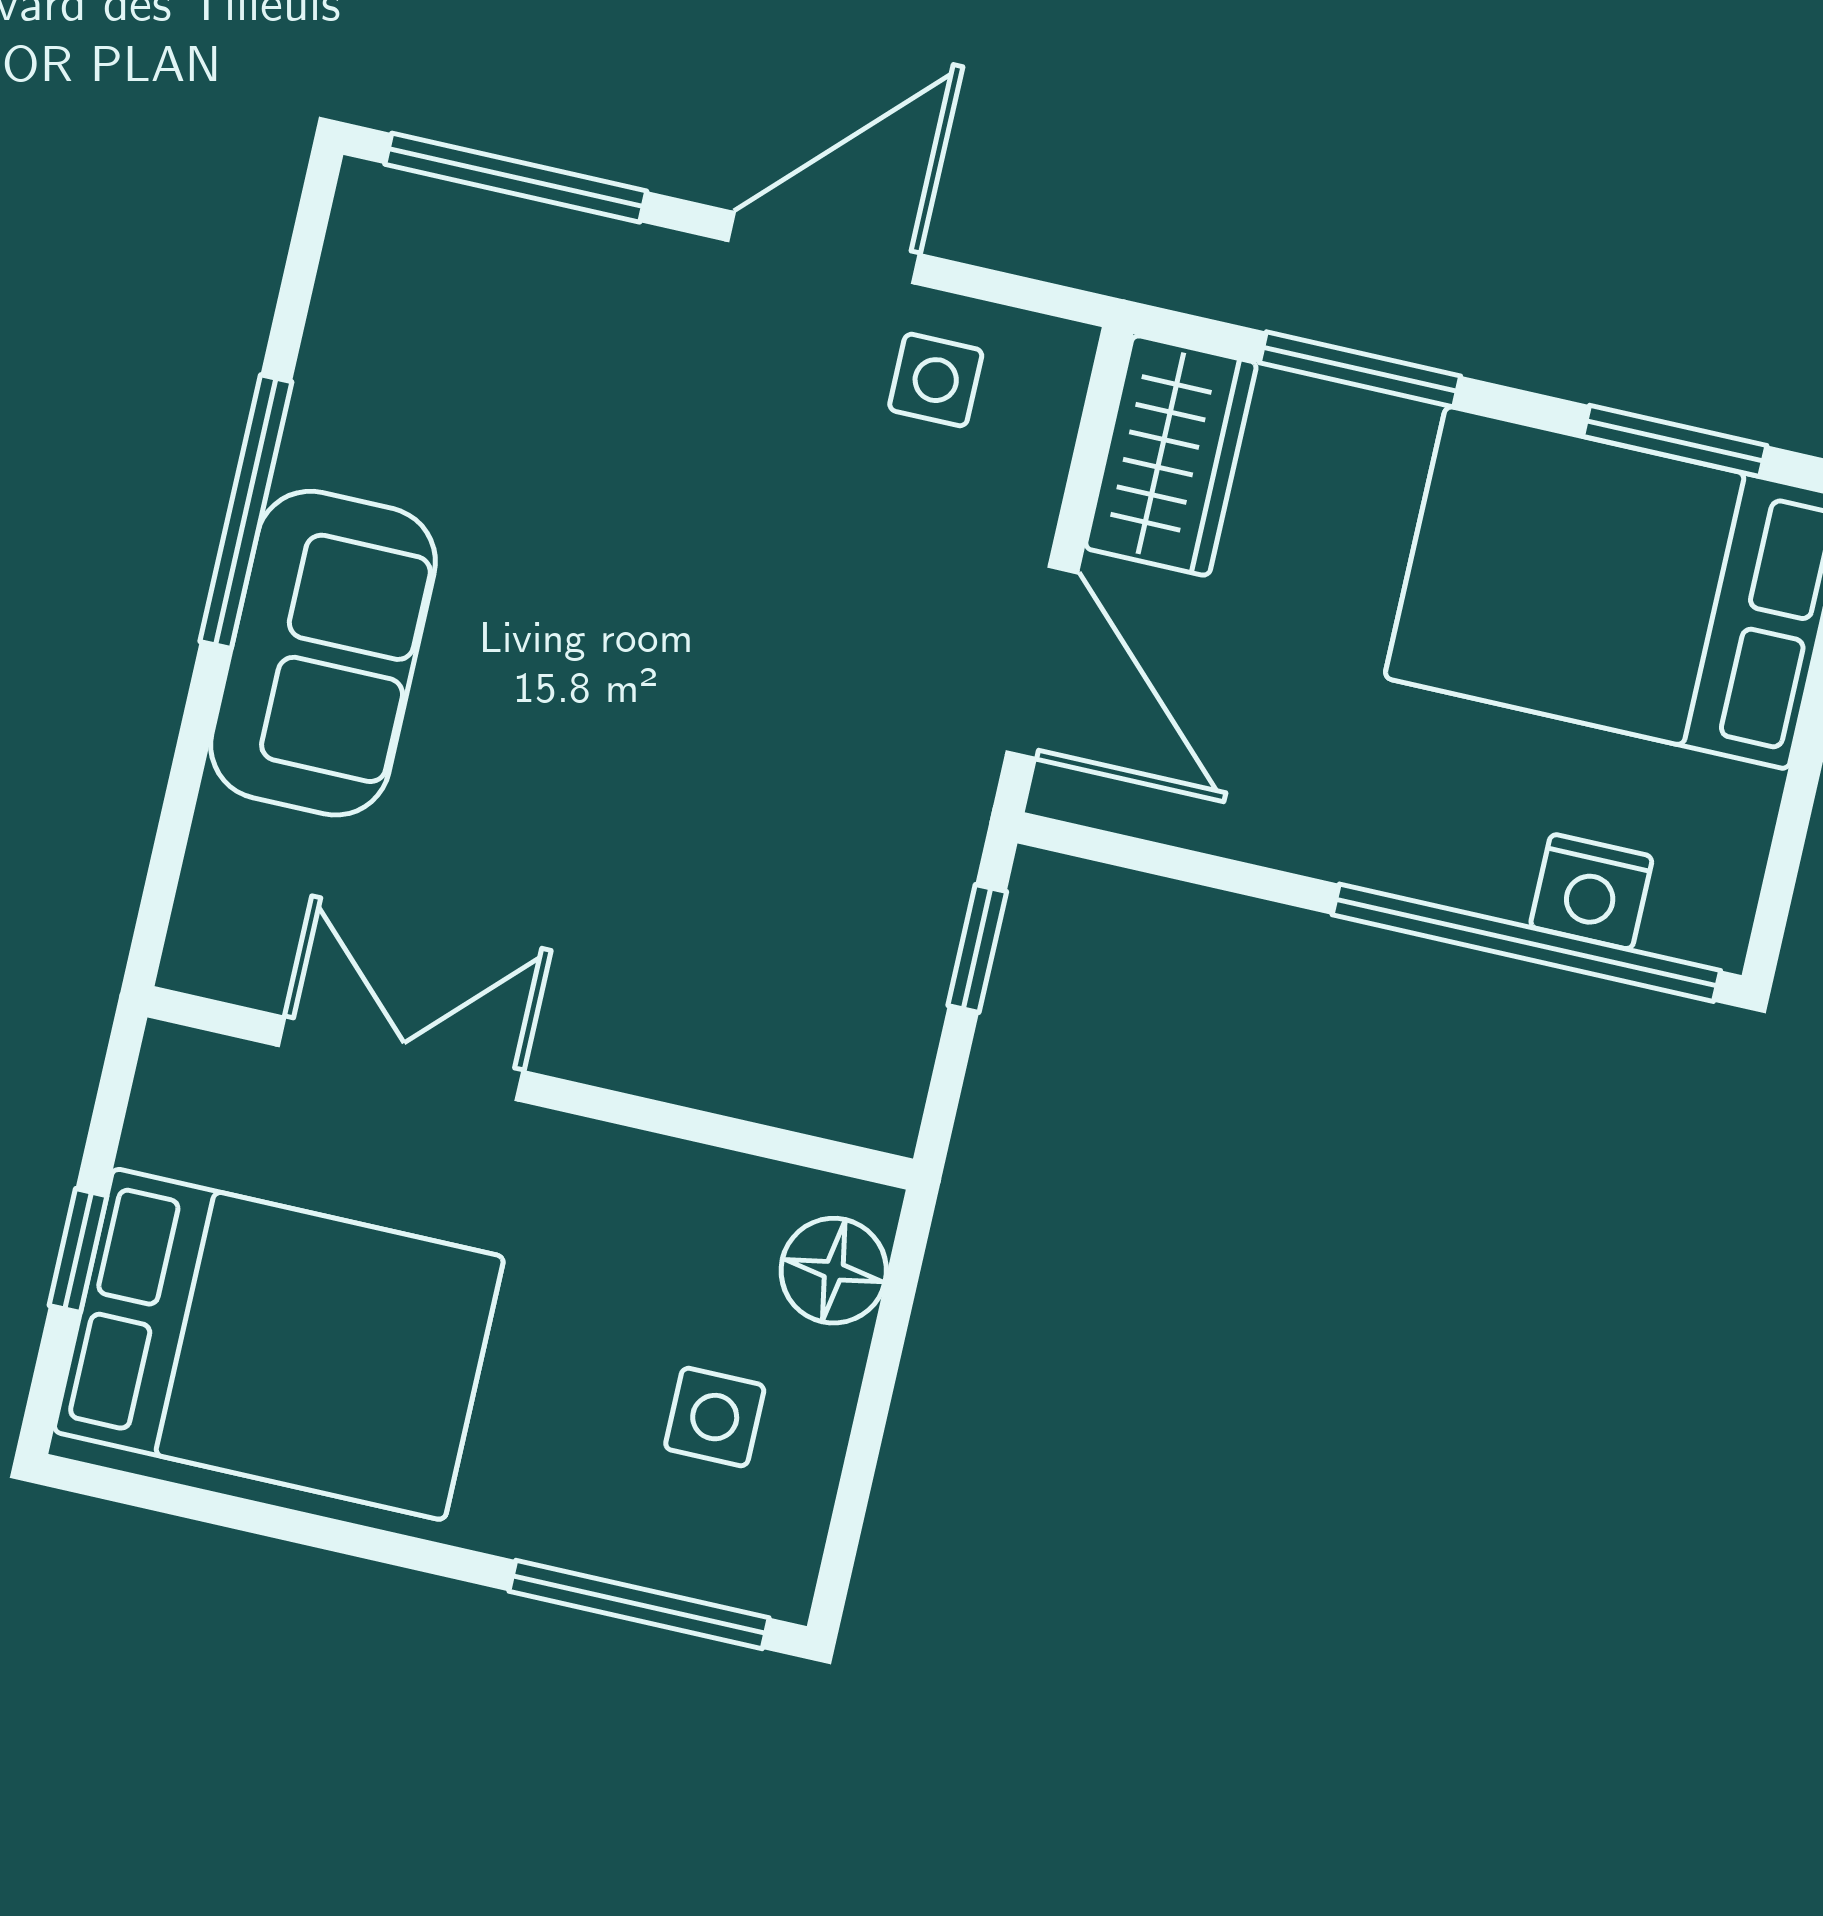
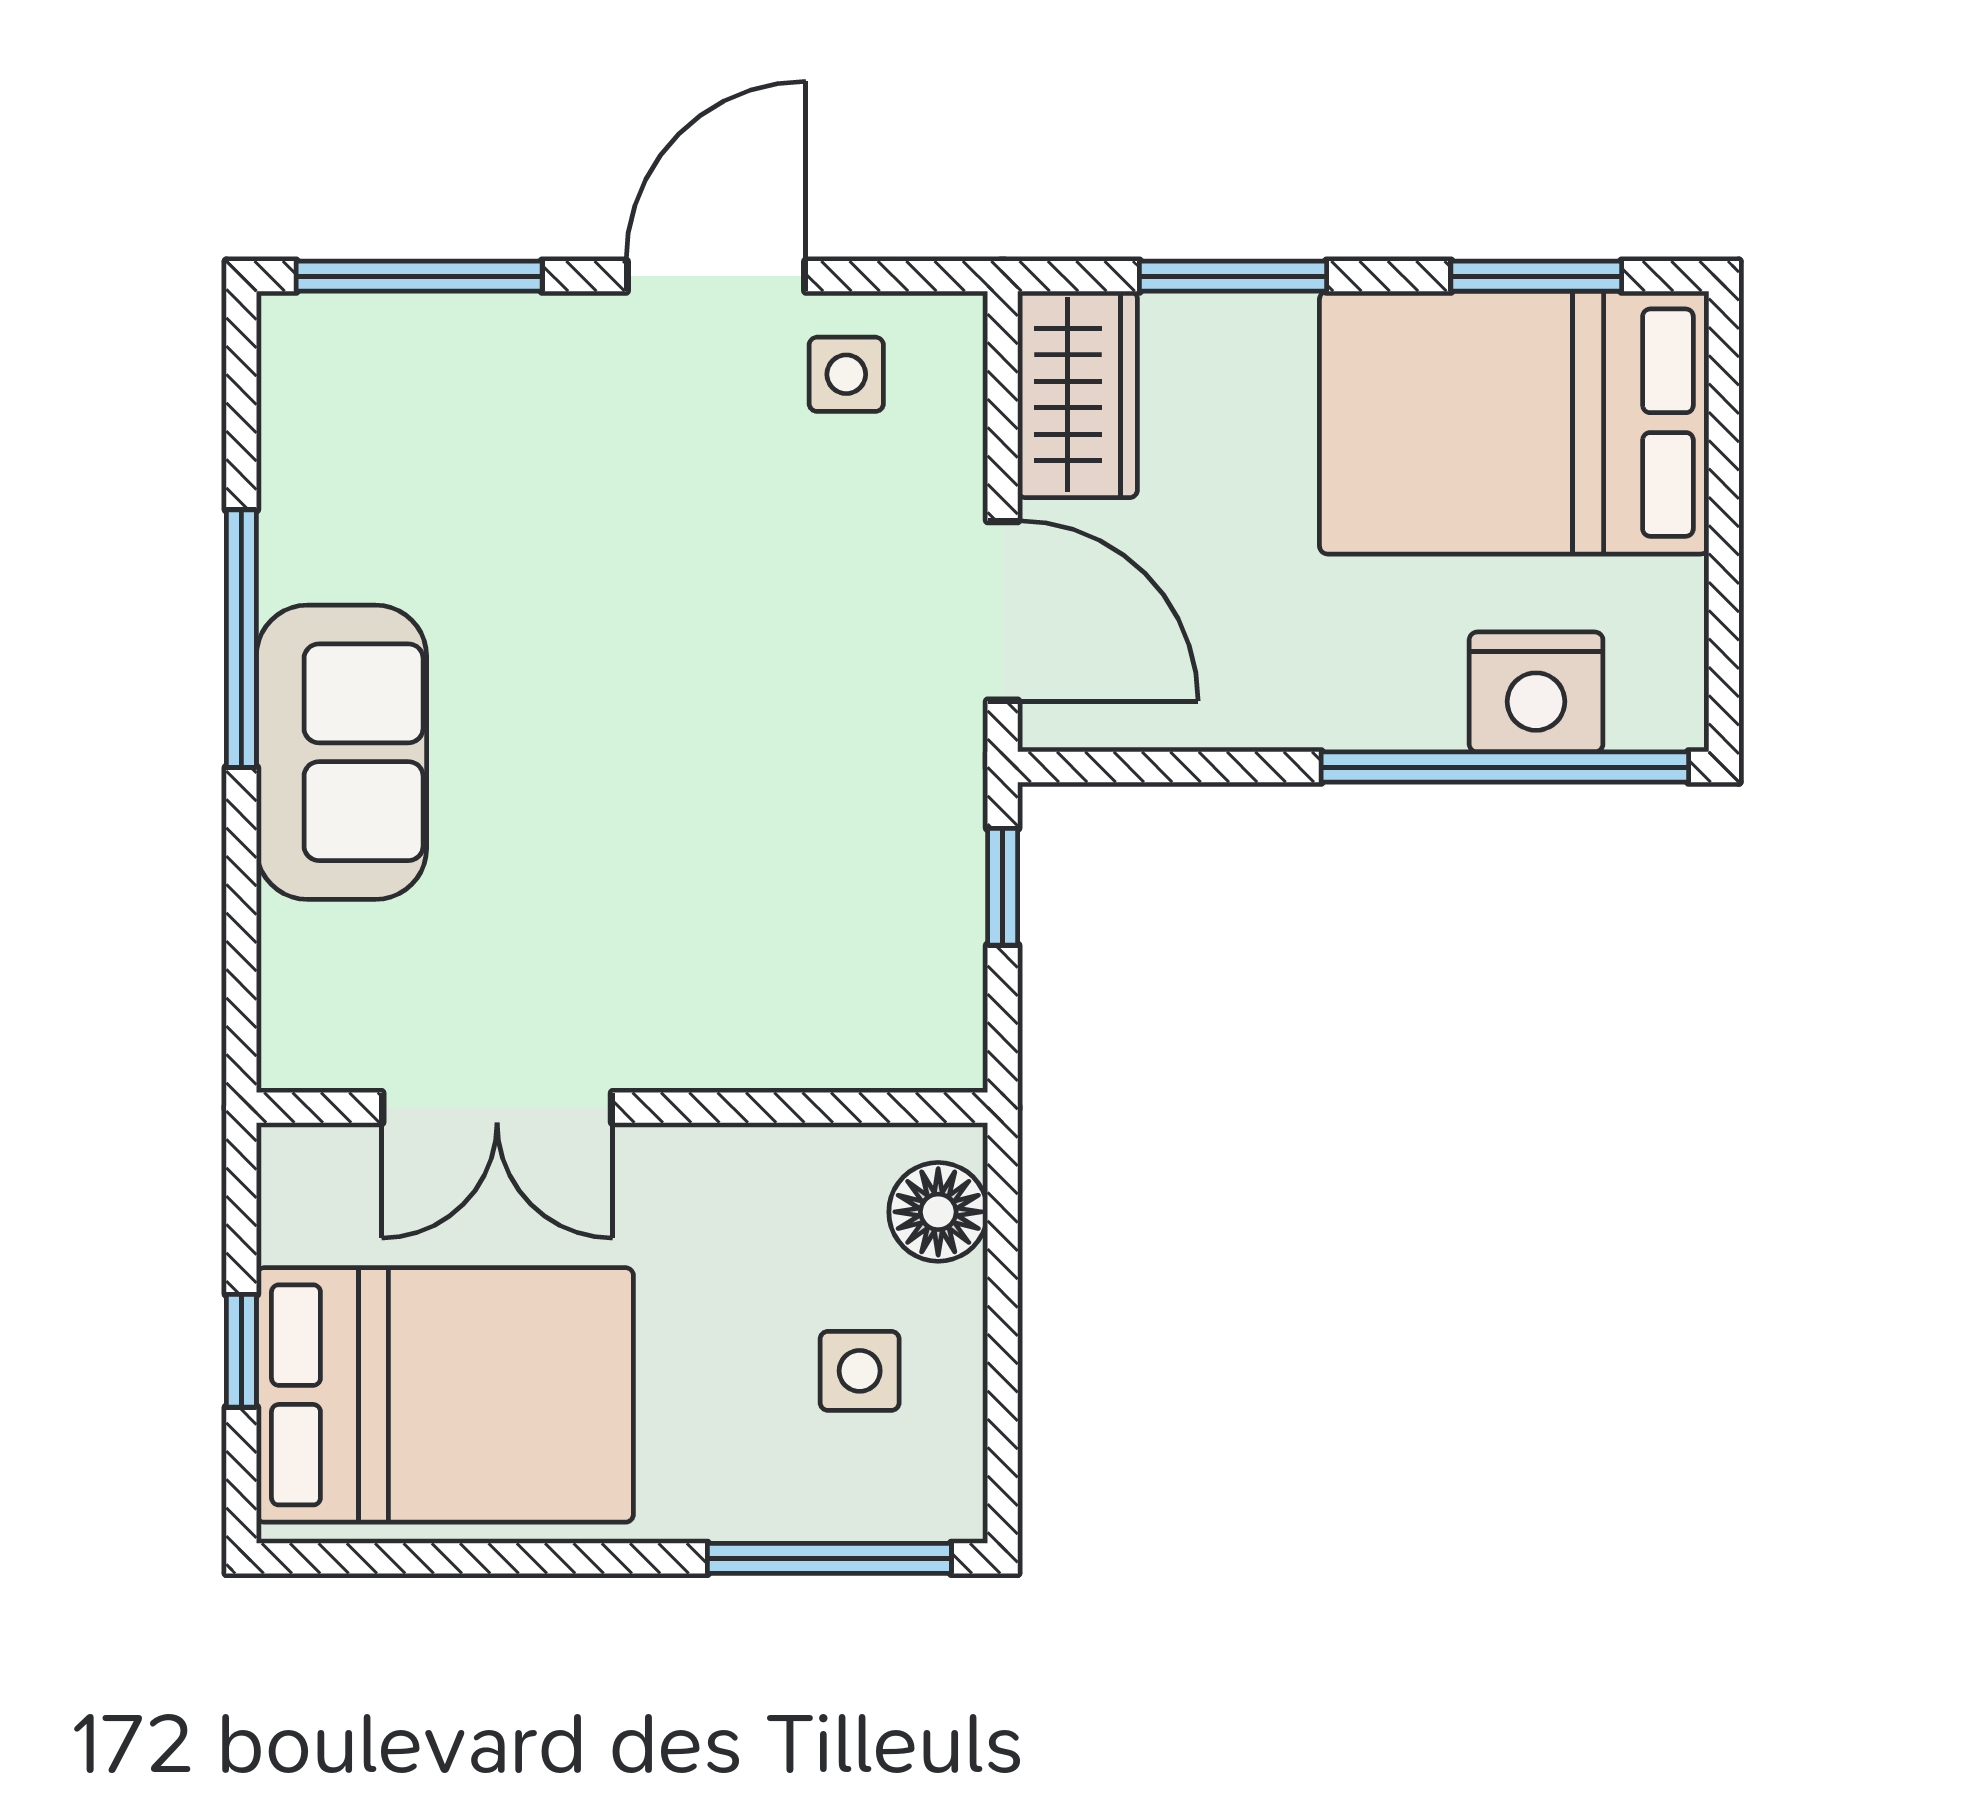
nightstand: (1591, 892) -> (1536, 692), width x1.36, depth x1.33
double door: (401, 1058) -> (497, 1108), swing flipped

